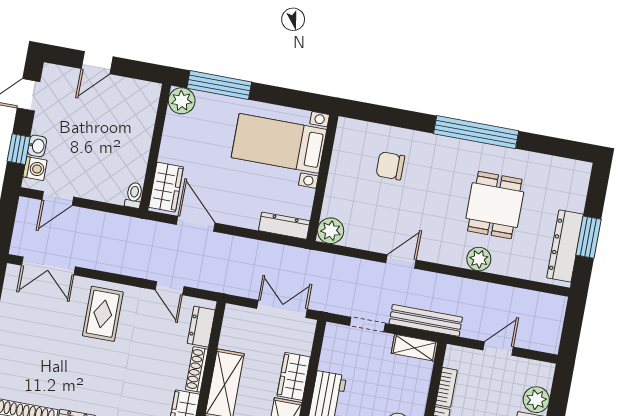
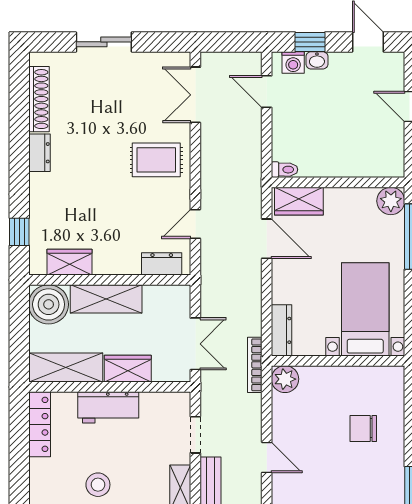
chair: (390, 166) -> (363, 428), turned -90
door: (196, 224) -> (267, 239), hinge flipped
bookcase: (312, 257) -> (255, 365), added
shoe rack: (197, 369) -> (117, 267), removed

